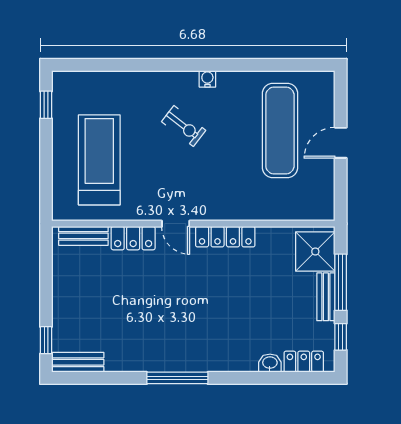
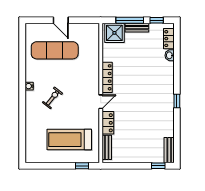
window: (46, 105) -> (82, 166), moved
window: (177, 378) -> (177, 101), width x0.46

